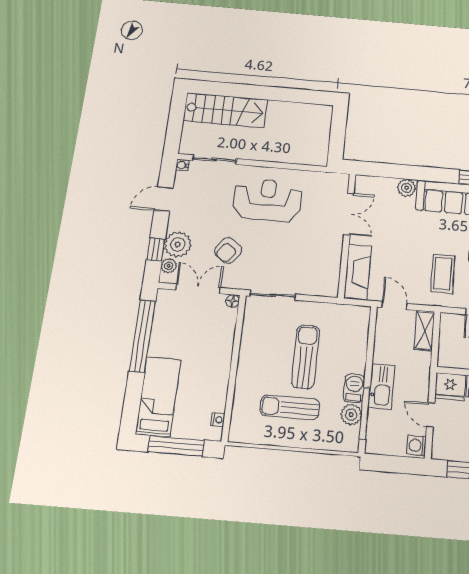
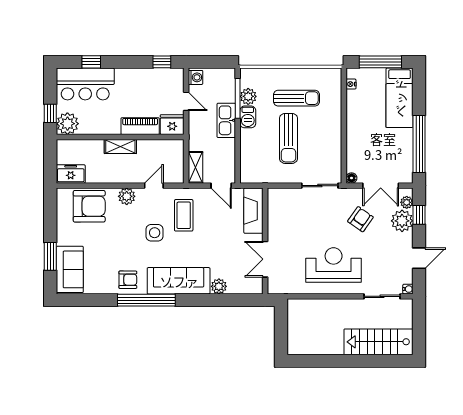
reception desk: (267, 200) -> (334, 265), turned 180

